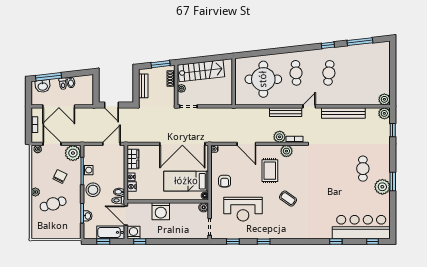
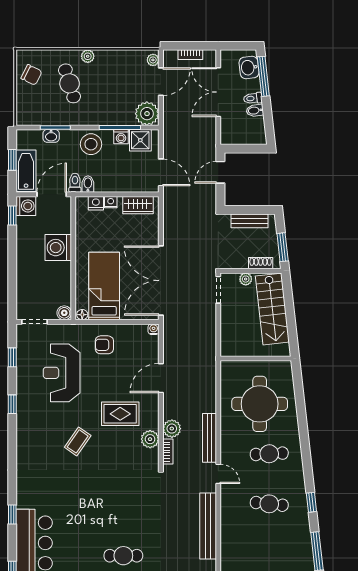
shower: (90, 157) -> (140, 140), added
chair: (60, 176) -> (31, 75), moved

